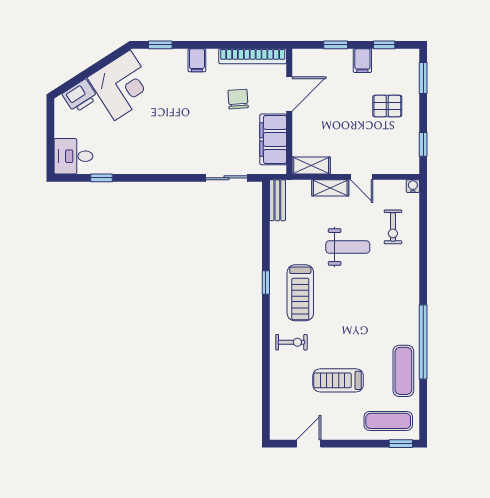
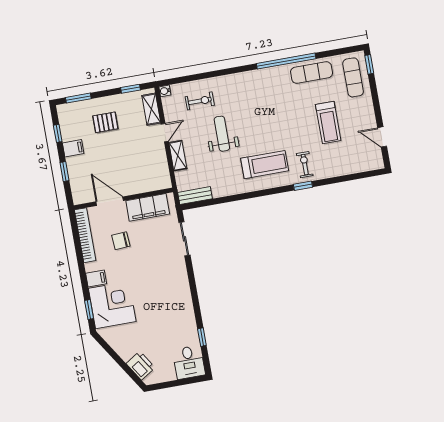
corner desk: (122, 85) -> (112, 305), moved, turned 33
pallet: (387, 106) -> (105, 122), turned 90
shelving: (311, 165) -> (151, 109), moved
window: (266, 282) -> (303, 186), moved

